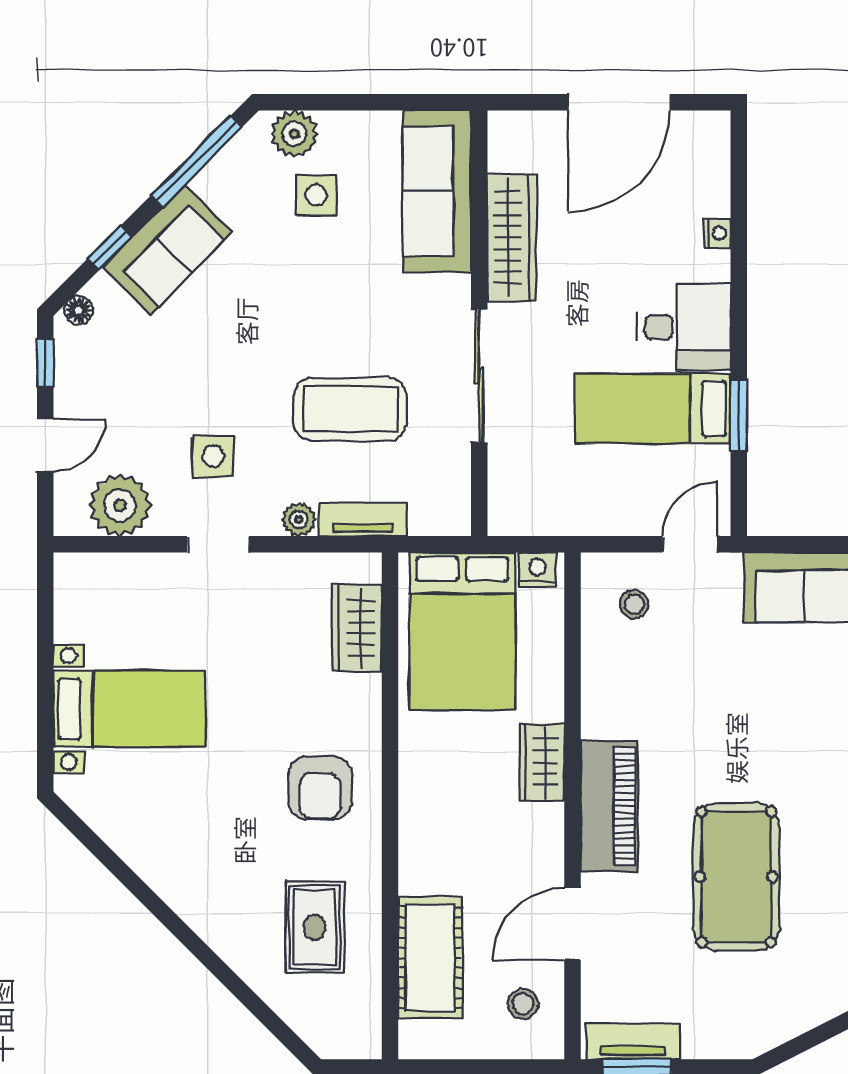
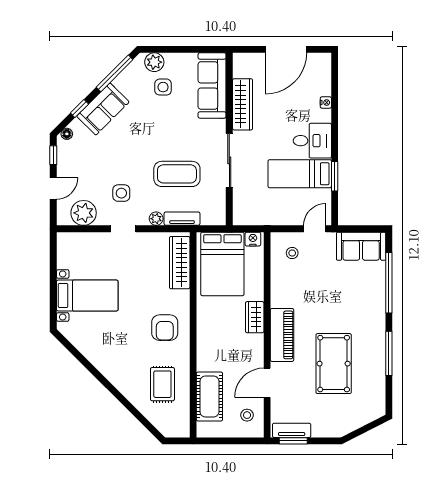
wardrobe: (357, 628) -> (180, 263), width x1.50

